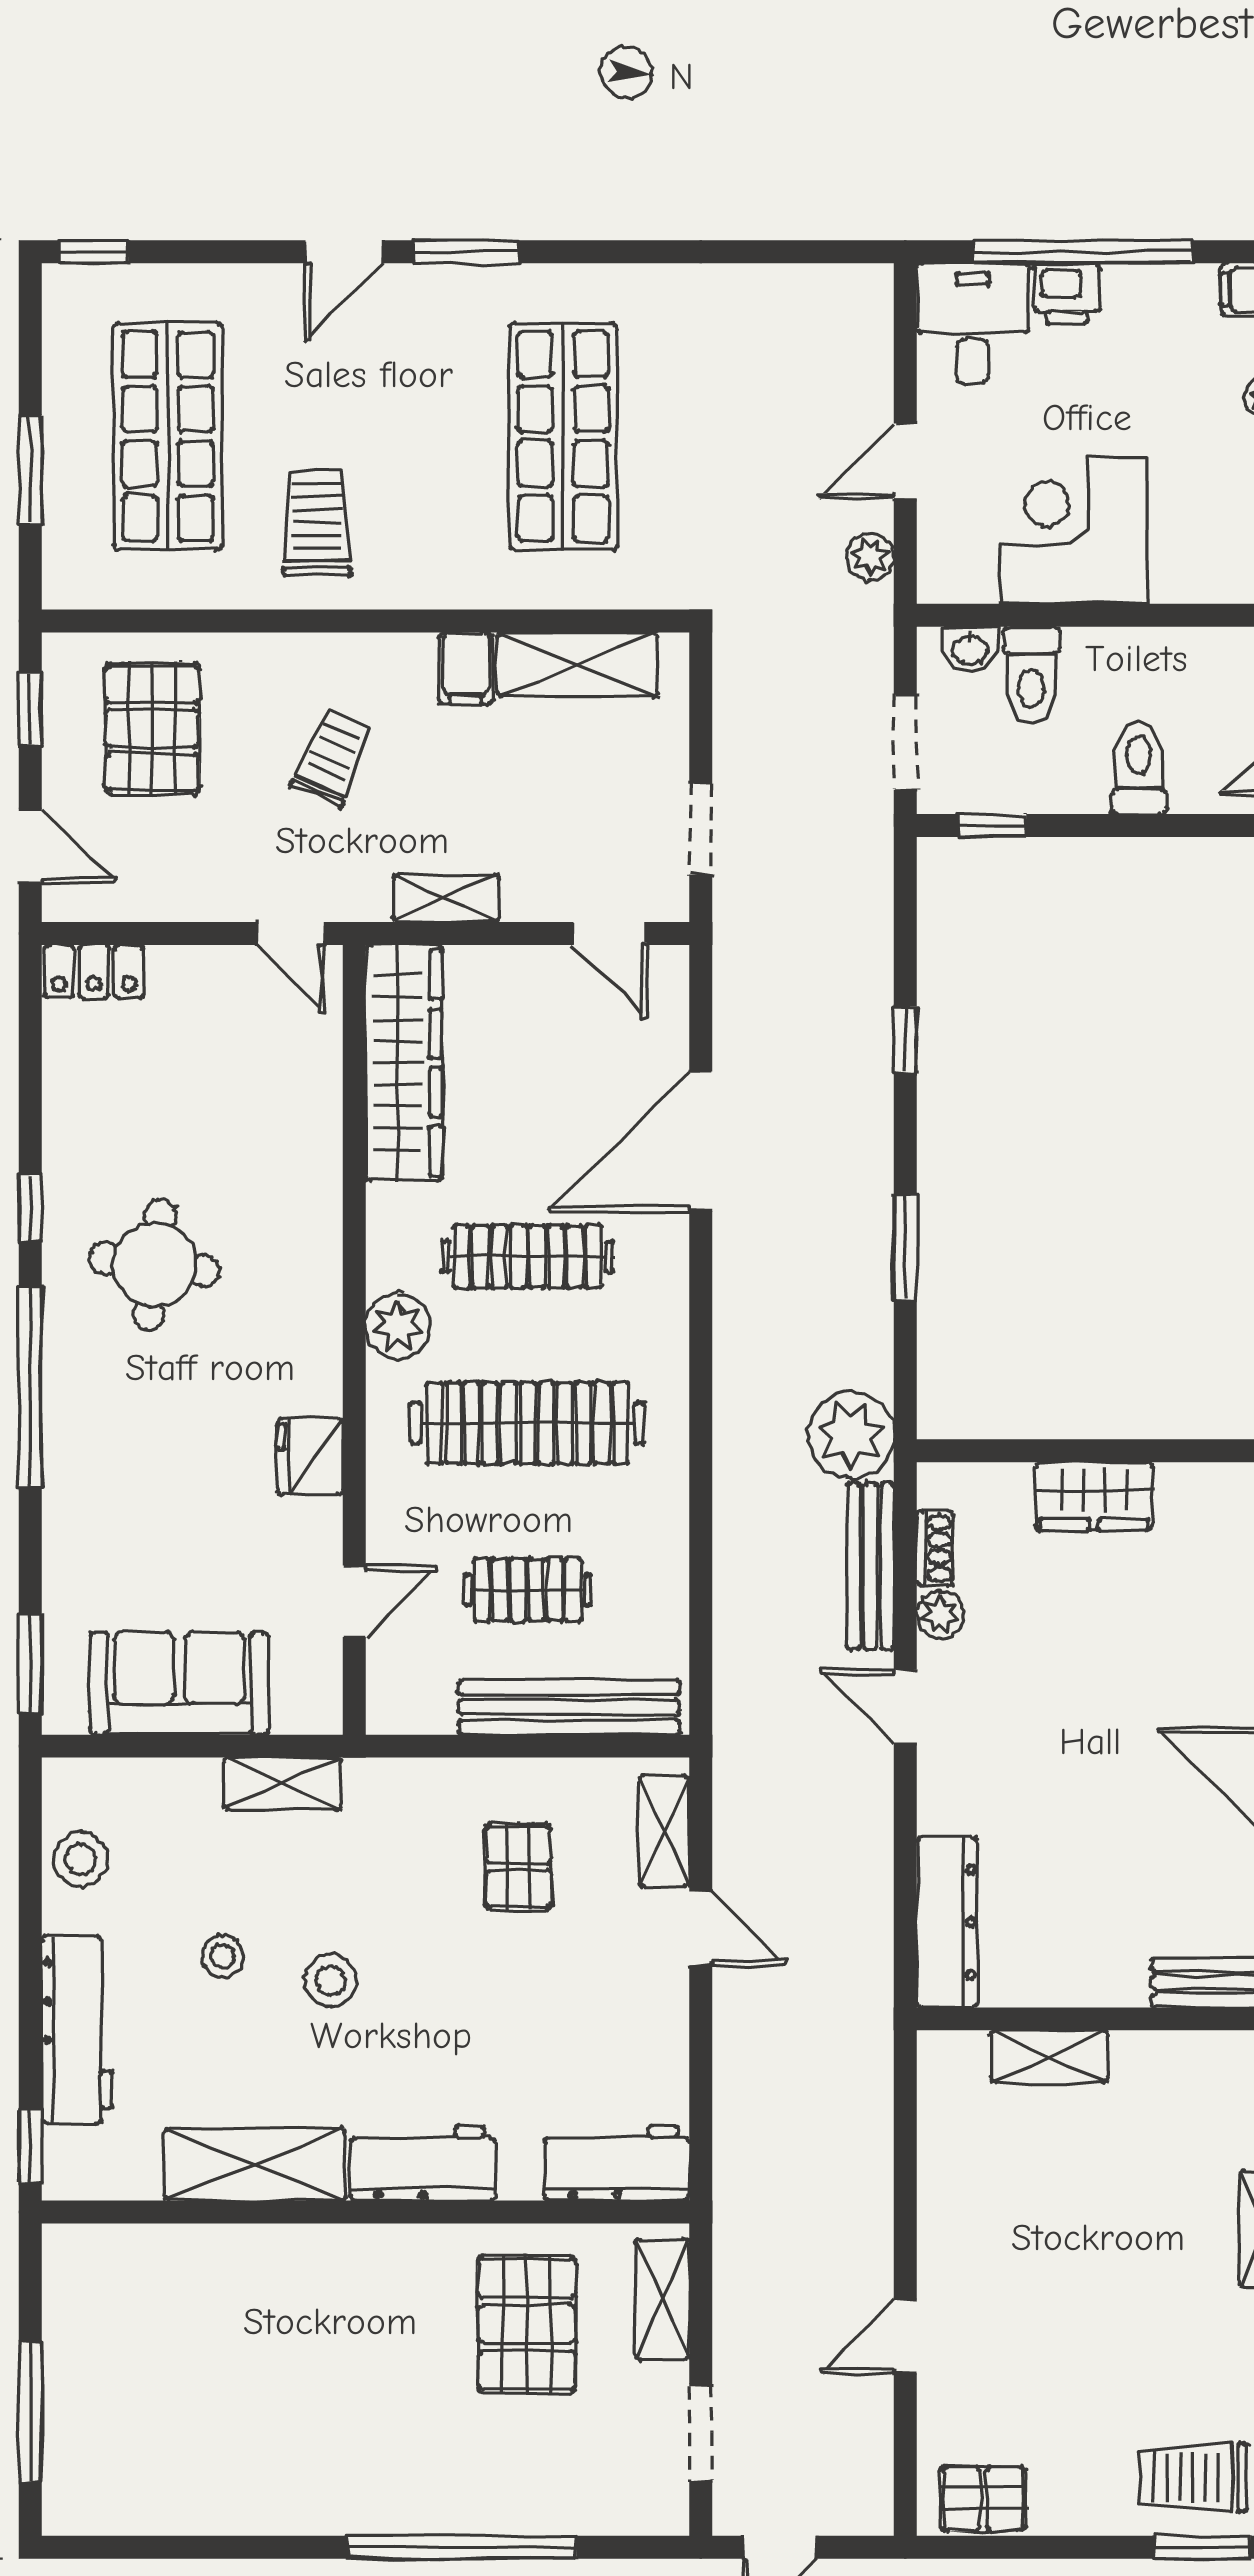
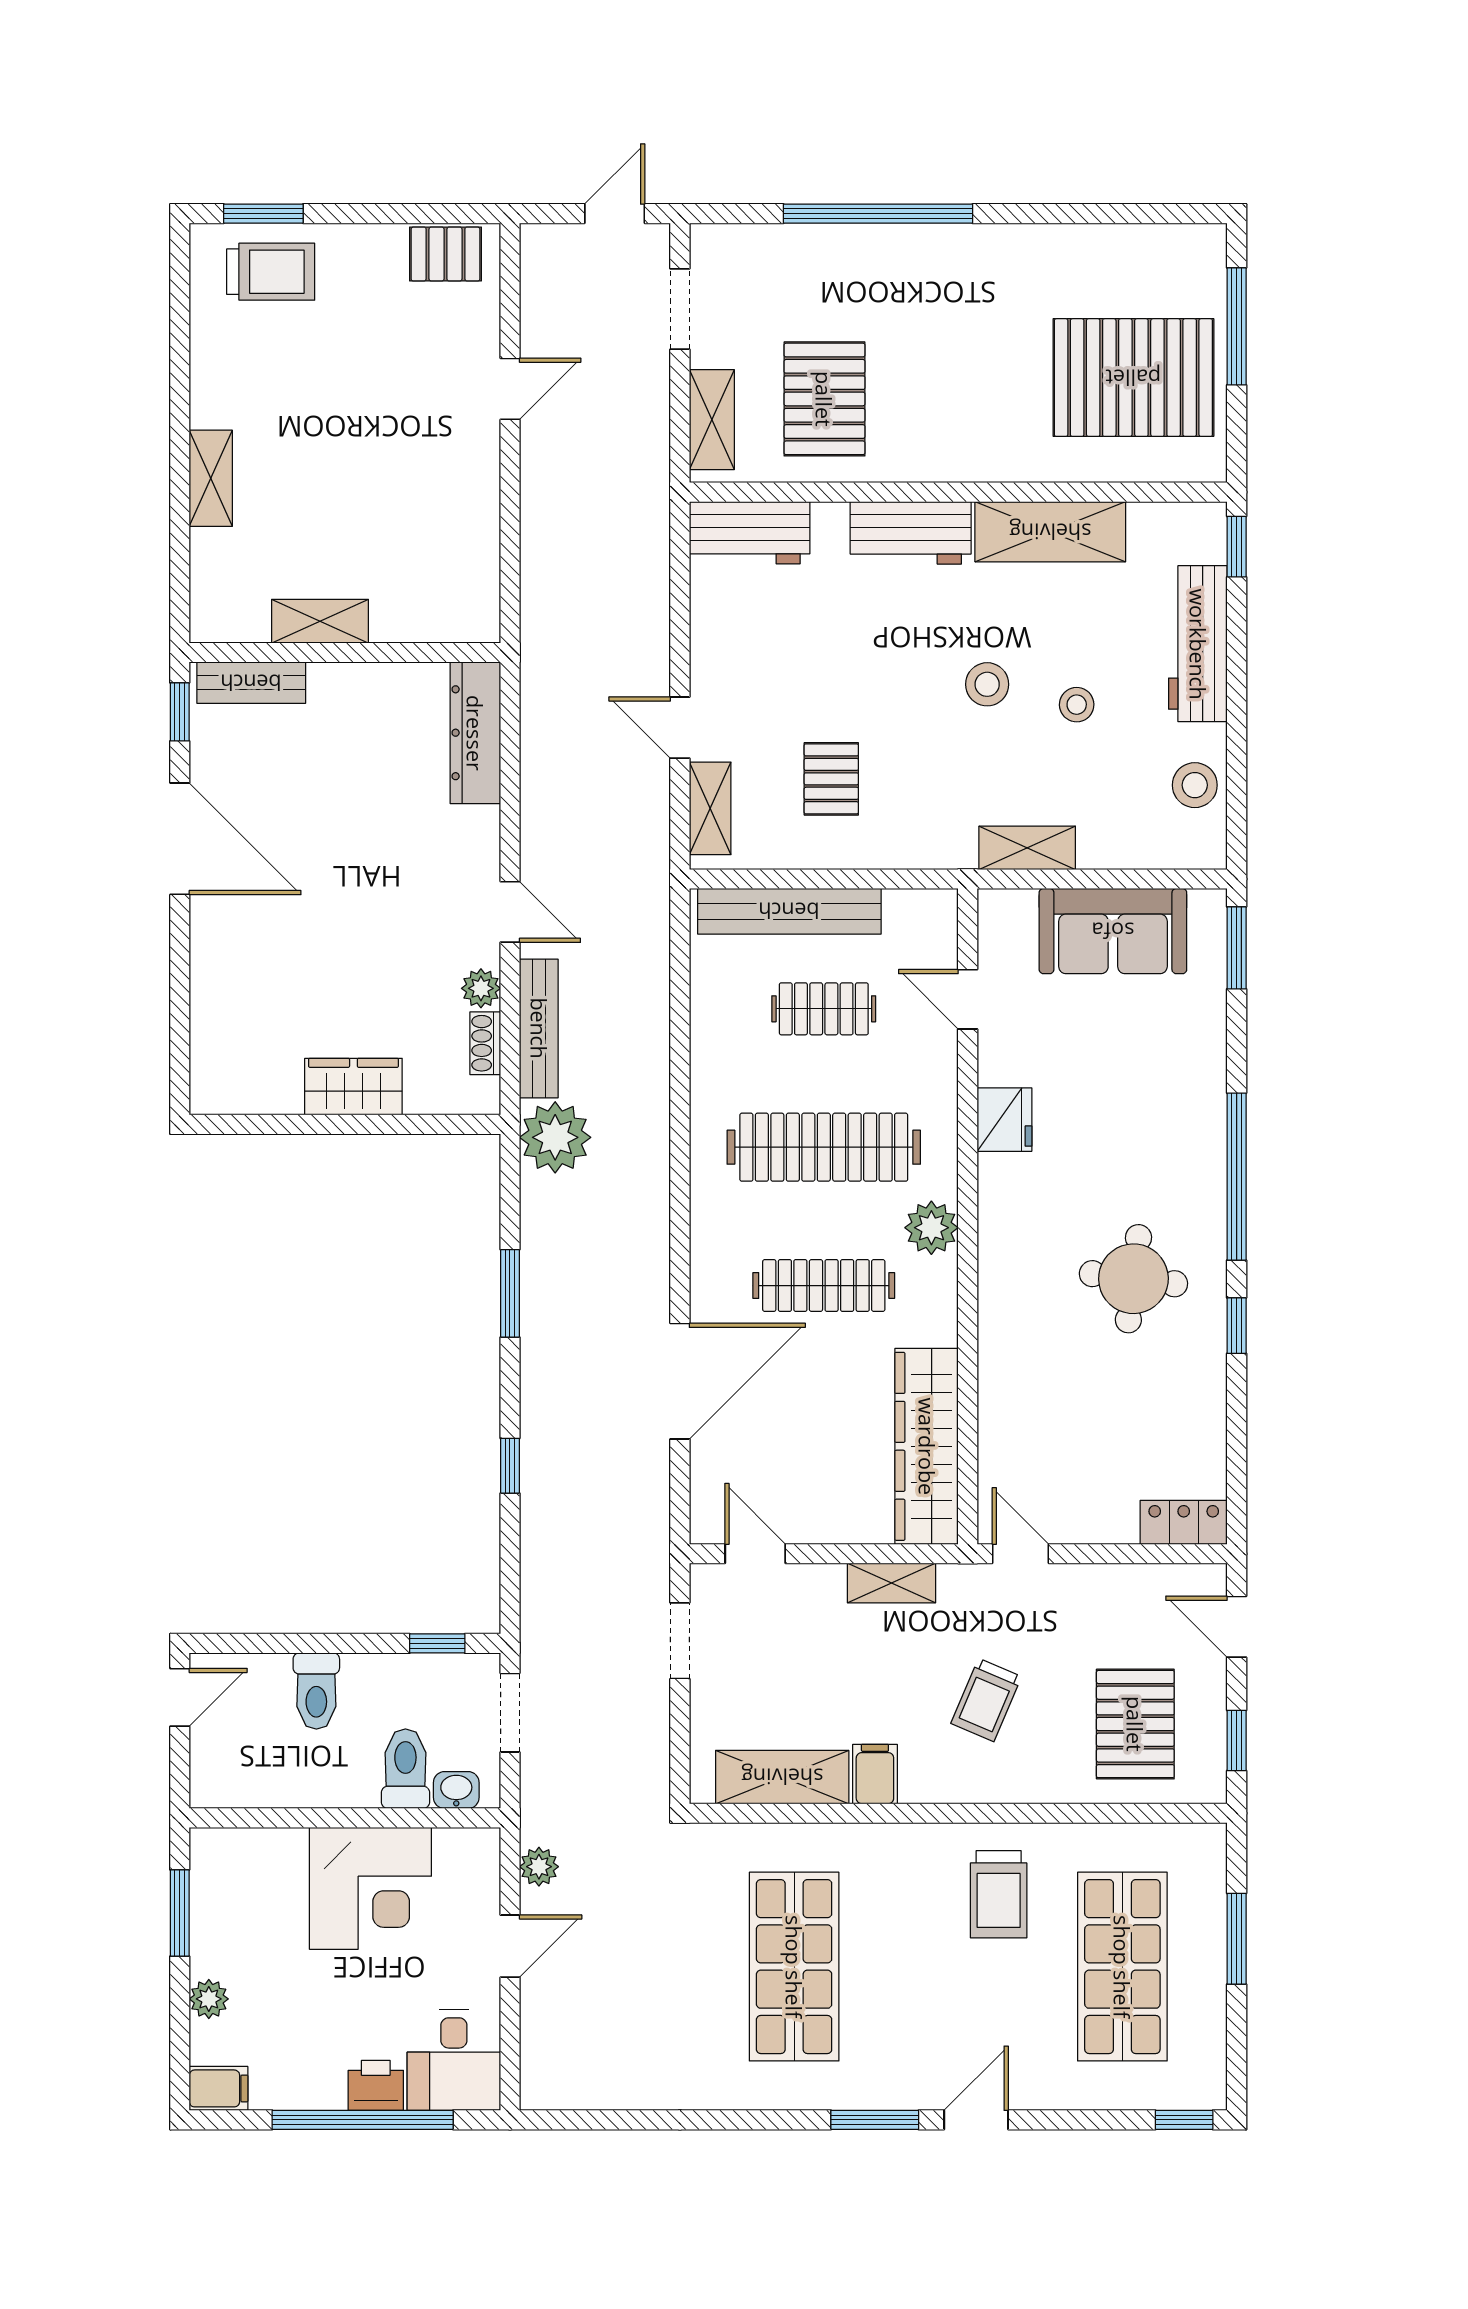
door: (354, 1601) -> (968, 999), hinge flipped
shelving: (1049, 2057) -> (320, 621), moved
pallet: (155, 2350) -> (1133, 378), added

